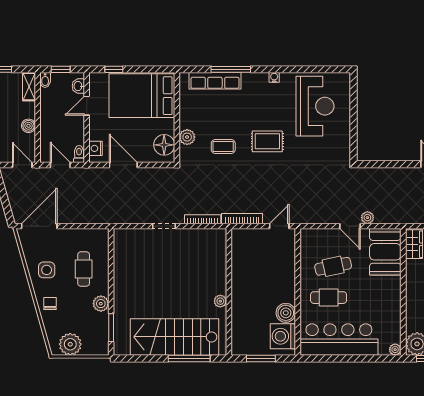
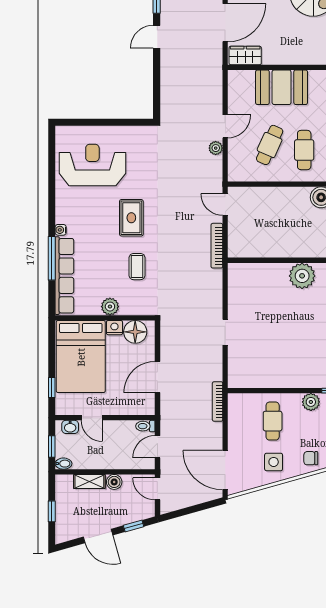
water cooler: (274, 77) -> (61, 230), moved
row of seats: (215, 81) -> (64, 276), width x1.36
shelving: (29, 87) -> (89, 481), moved
plant: (187, 137) -> (110, 307), moved
nightstand: (96, 148) -> (114, 328), moved, turned 180
door: (22, 165) -> (157, 489), hinge flipped
plant: (367, 218) -> (216, 148), moved
bookcase: (203, 219) -> (218, 401), moved
booth: (385, 252) -> (282, 87), moved
cafe table: (333, 266) -> (270, 145), turned 36
cafe table: (84, 269) -> (273, 421), turned 90
plant: (220, 301) -> (302, 276), width x1.88, depth x1.88

